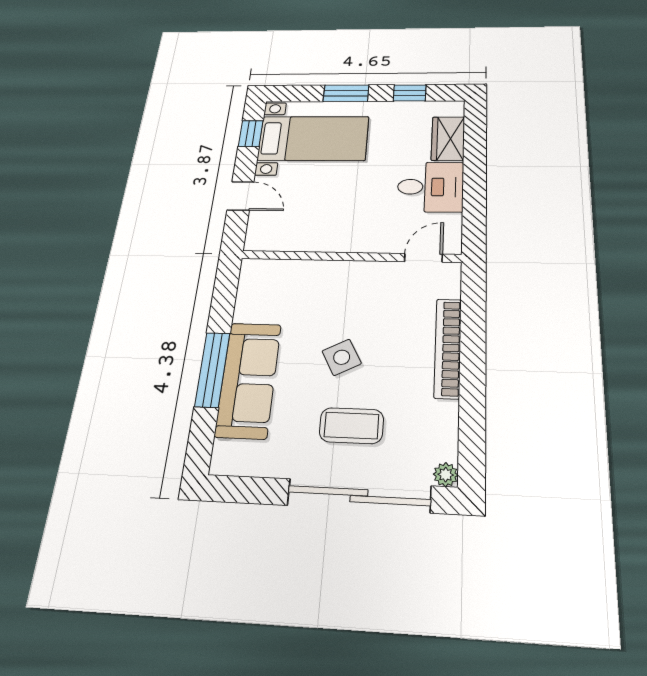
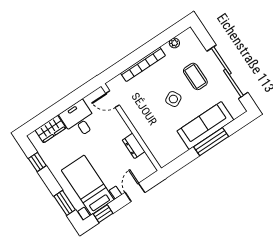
window: (346, 93) -> (65, 203), moved
dresser: (316, 241) -> (134, 146), added
plant: (446, 475) -> (174, 43), moved
sliding door: (359, 496) -> (227, 72), moved

